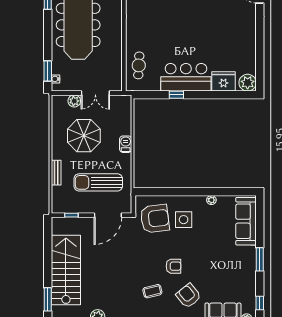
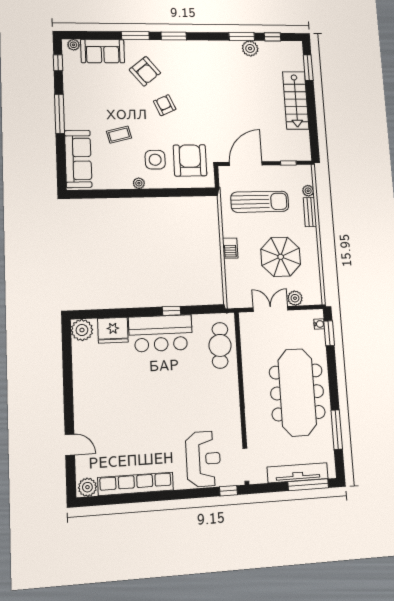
cafe table: (139, 65) -> (220, 345), width x1.37, depth x1.35
plant: (56, 191) -> (308, 191), added
plant: (211, 200) -> (139, 183), moved
armchair: (155, 219) -> (190, 160), turned 97
window: (260, 259) -> (60, 114), width x1.44
armchair: (173, 266) -> (165, 105), turned 66
stairs: (66, 270) -> (296, 100), width x0.73, depth x0.66
coffee table: (152, 291) -> (119, 135), moved

